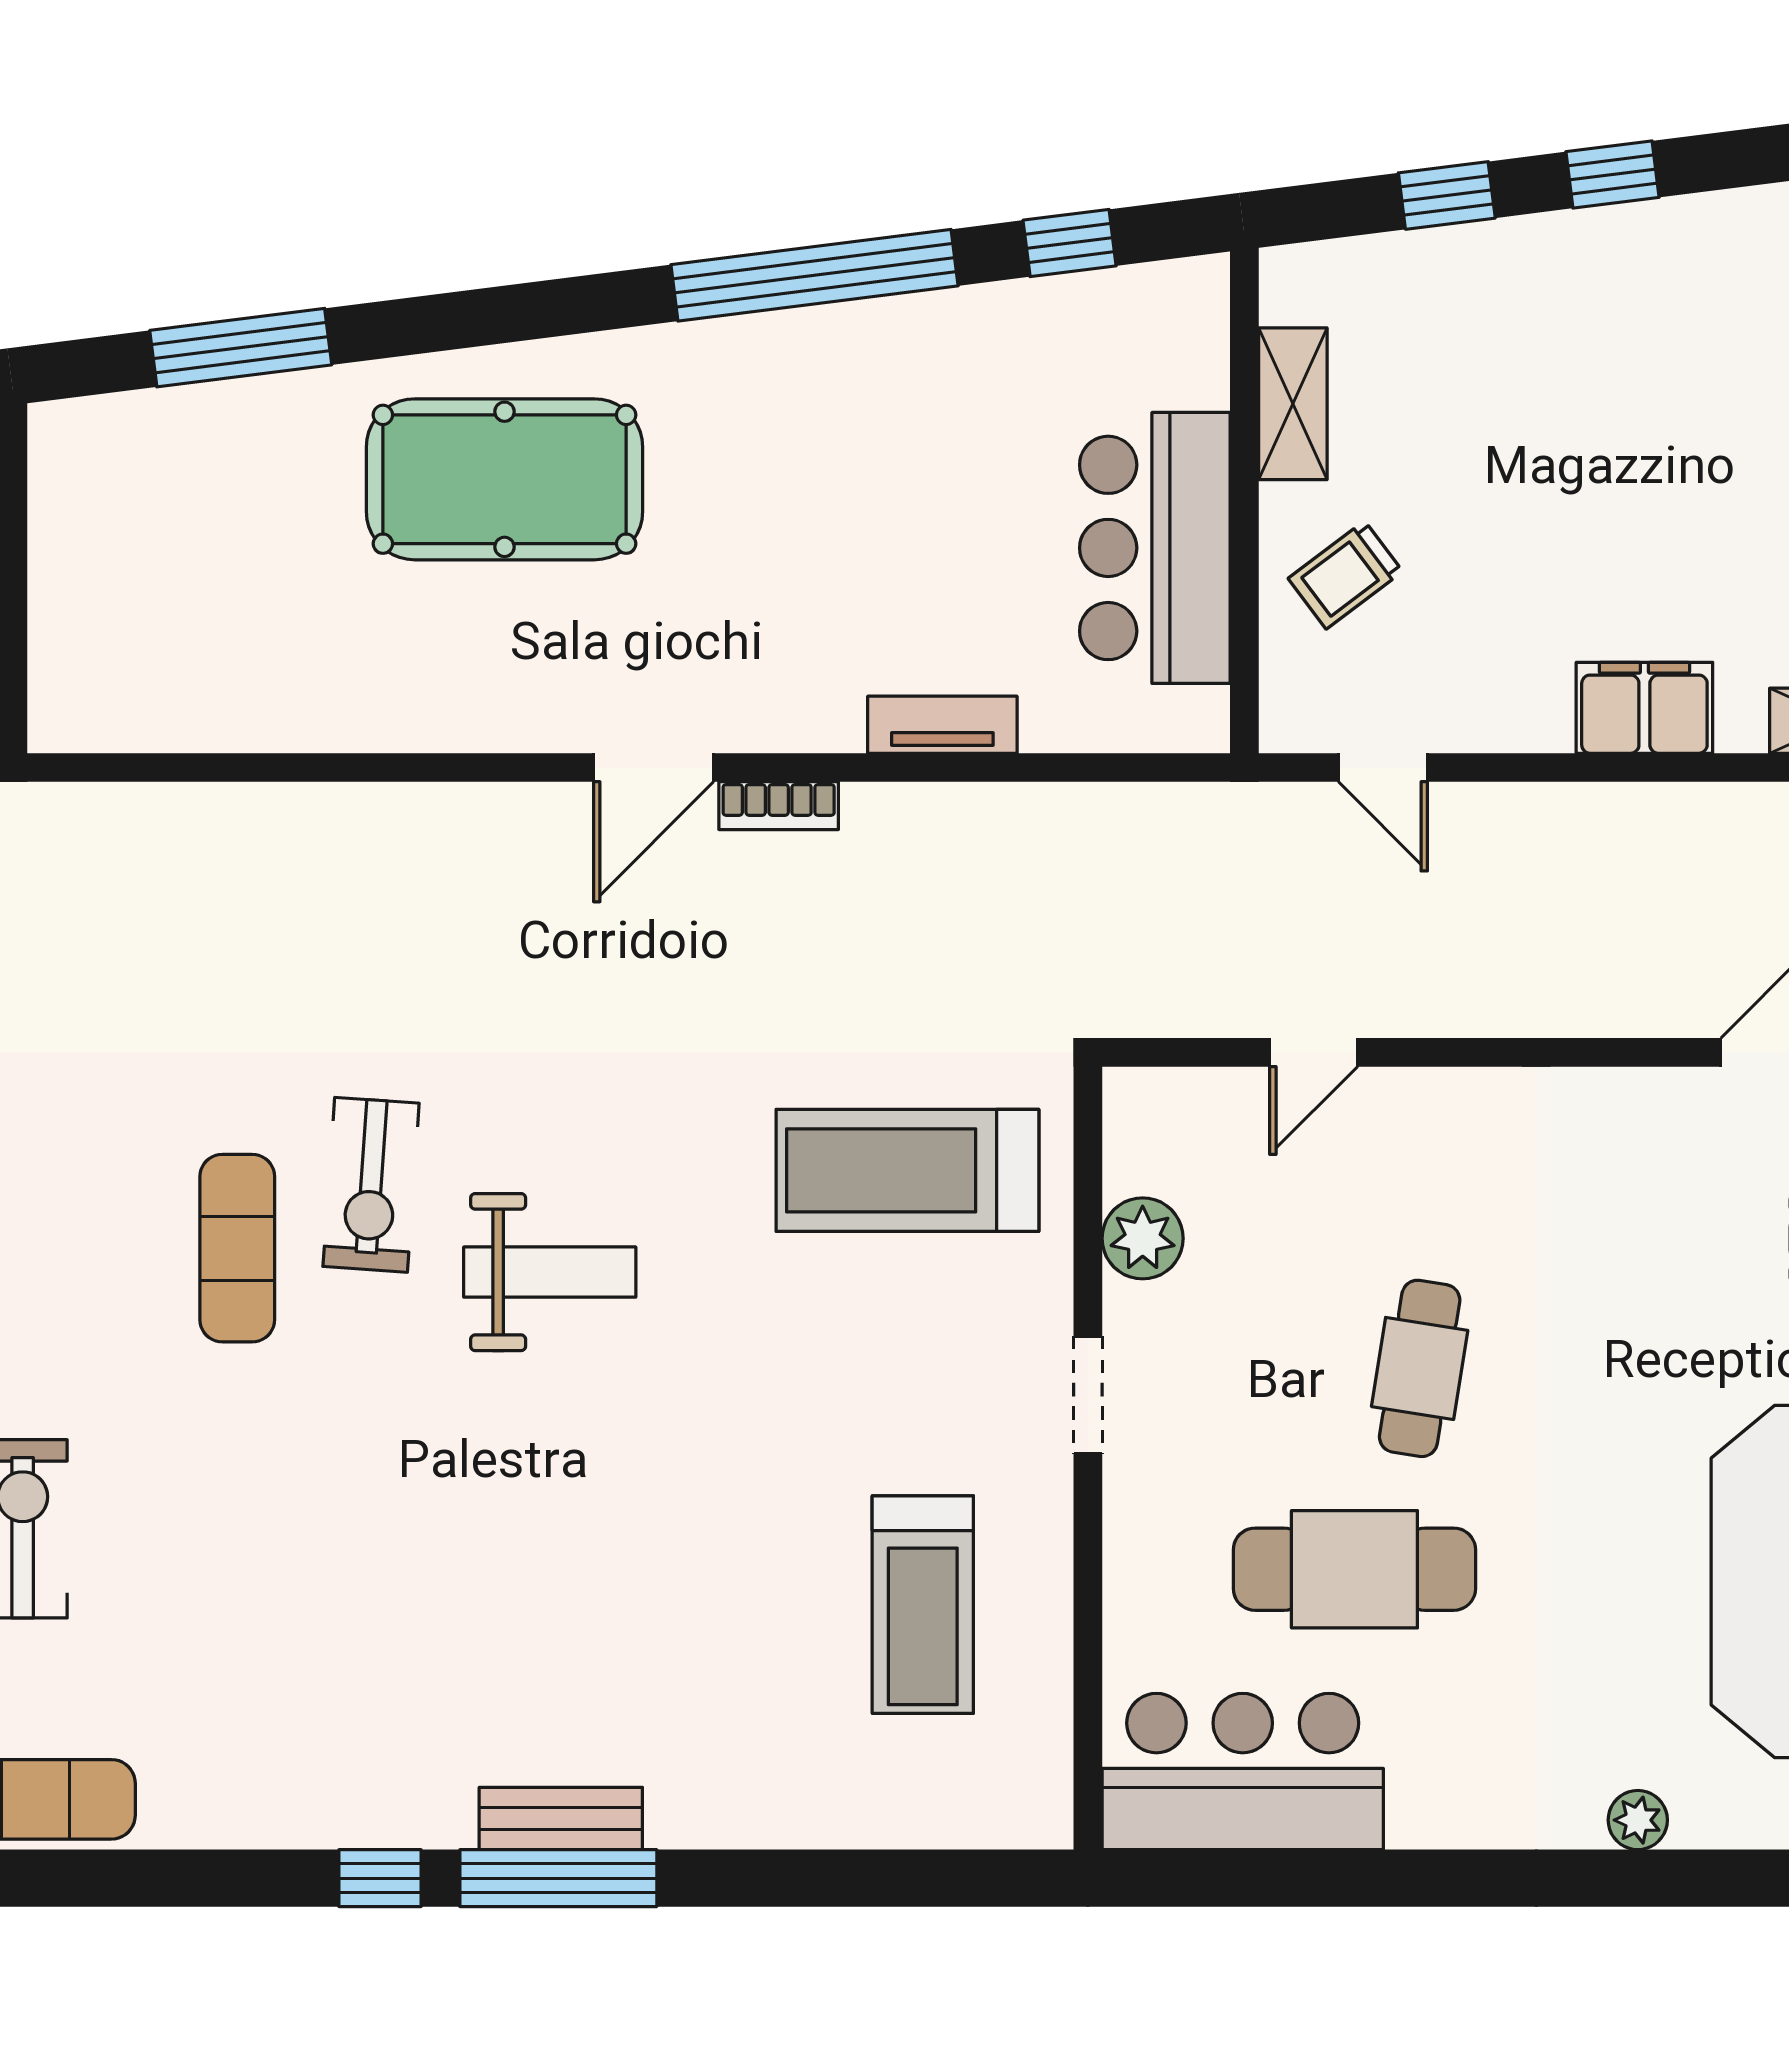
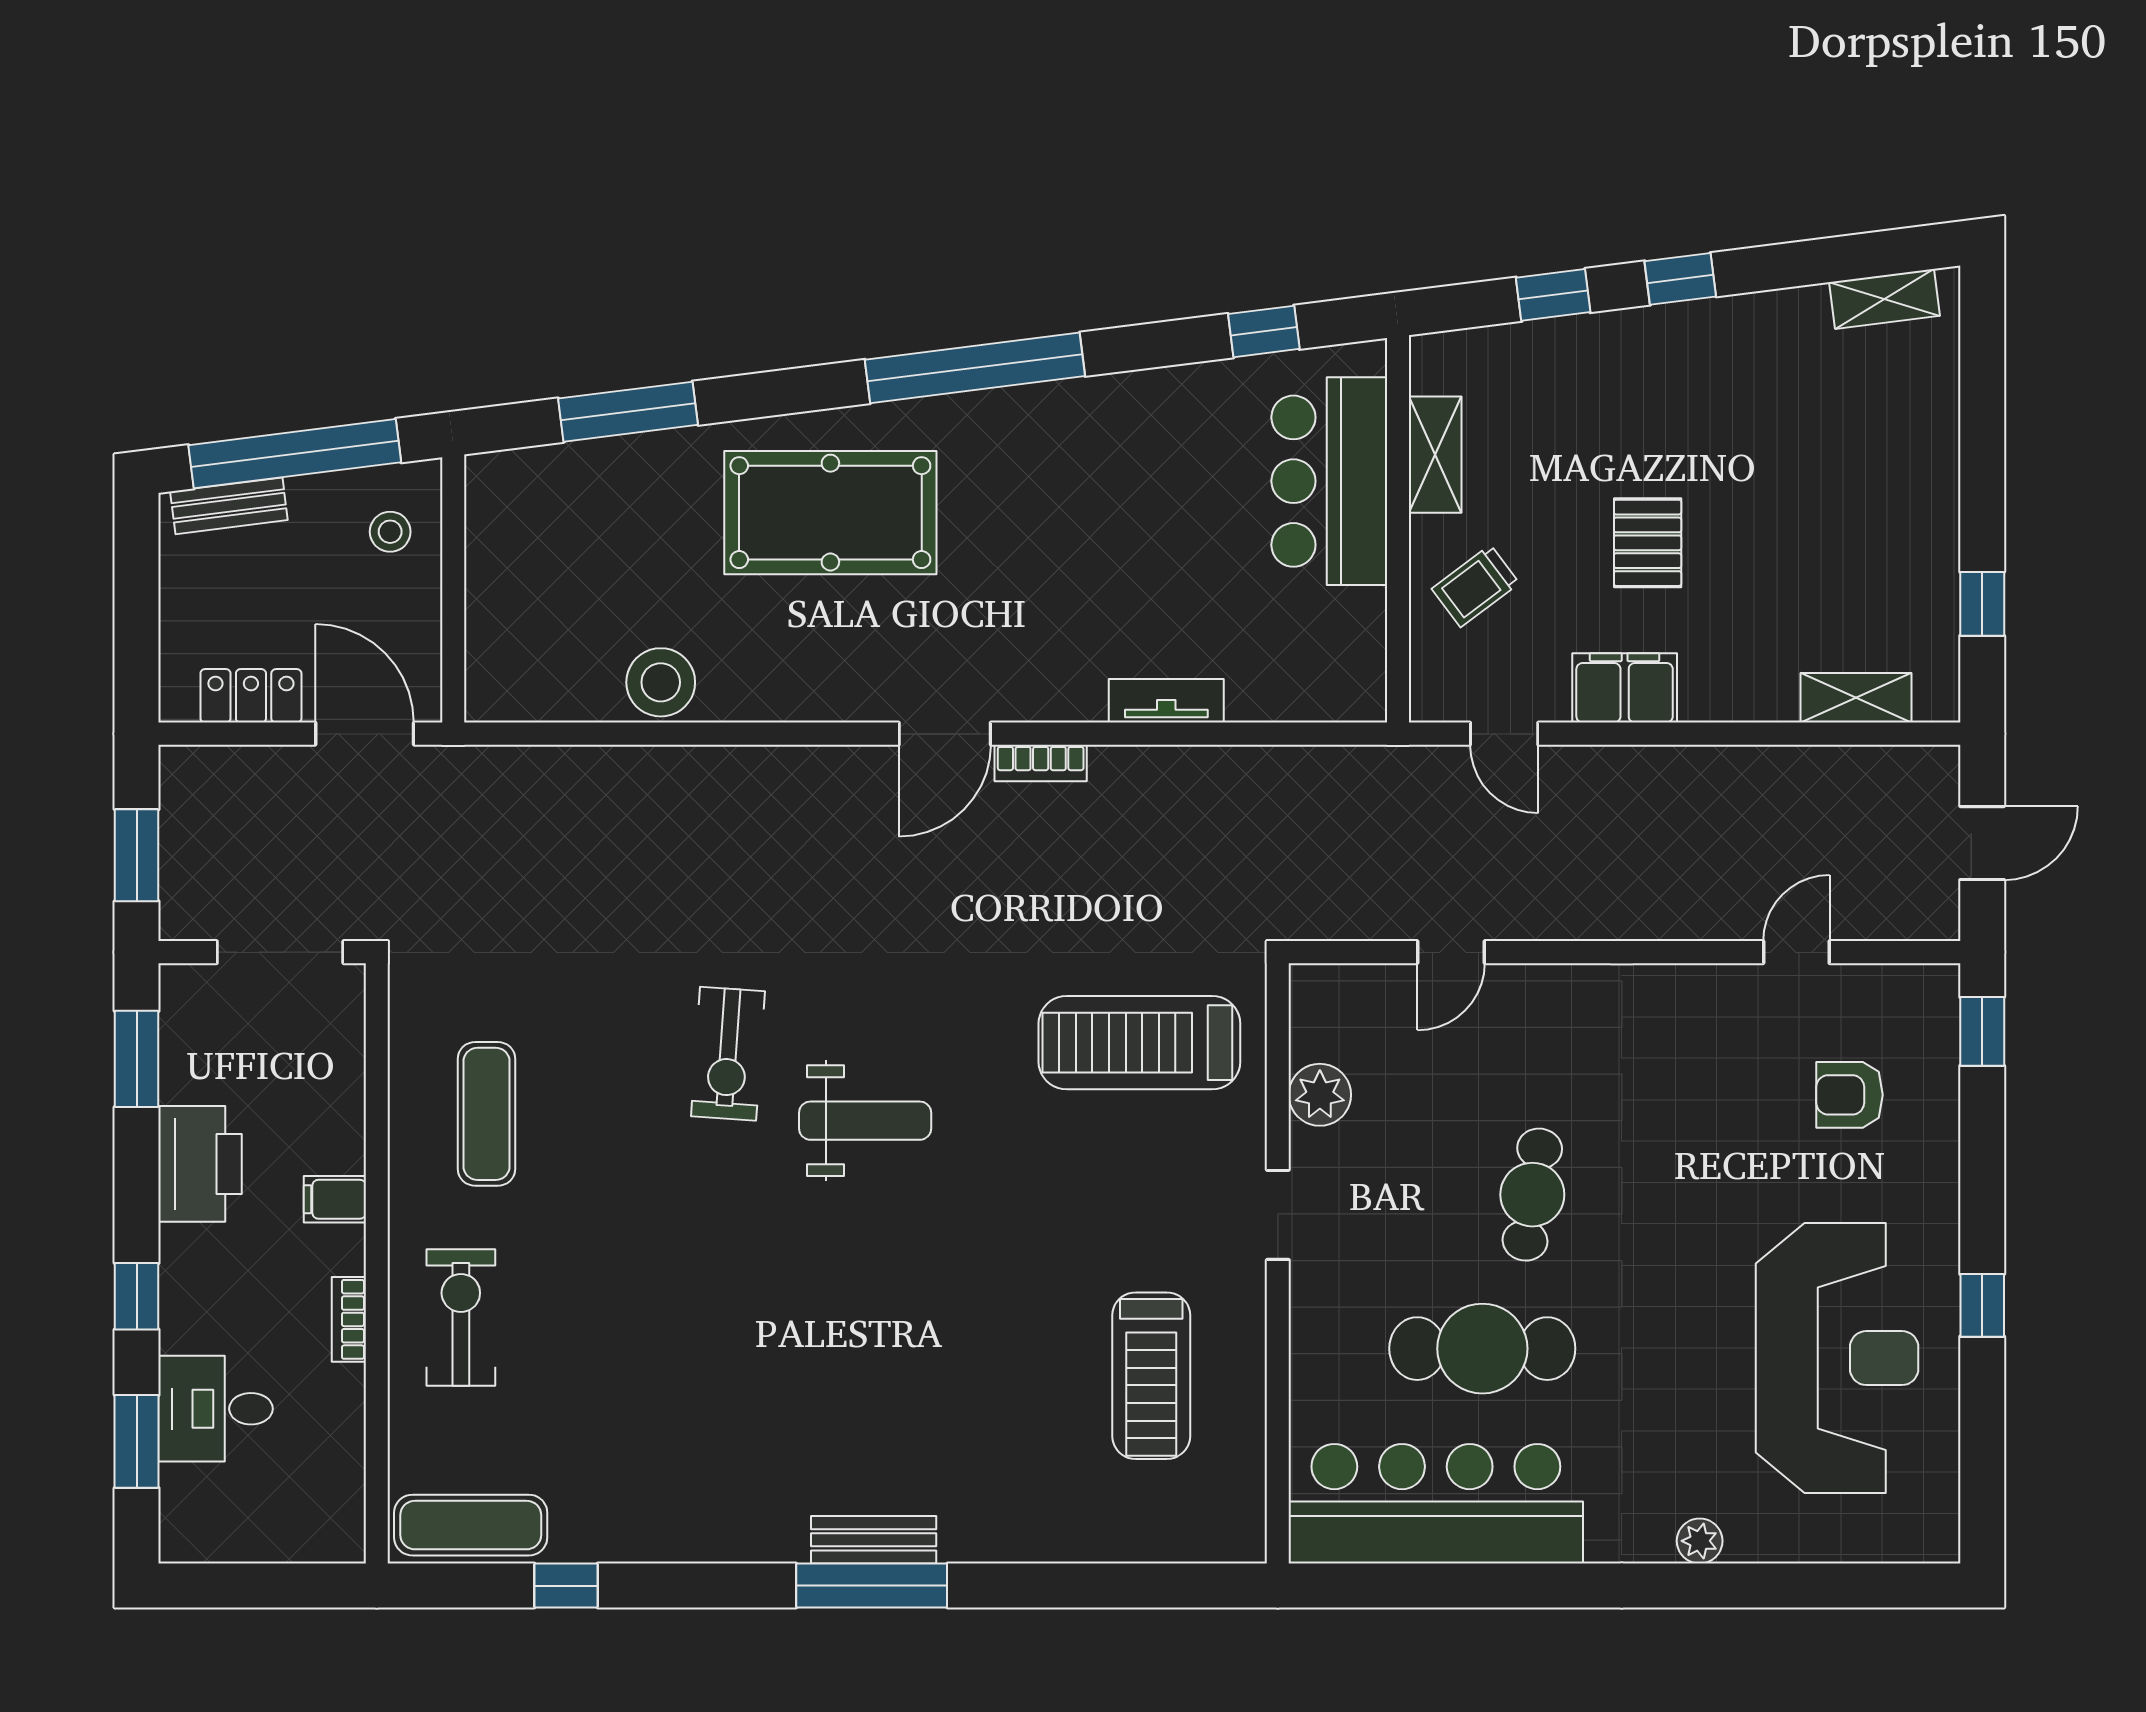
window: (815, 275) -> (975, 368), moved
pallet: (1570, 519) -> (1648, 543), added
bar counter: (1155, 548) -> (1329, 481), moved
stool: (283, 701) -> (661, 682), added
filing cabinet: (1644, 708) -> (1625, 688), moved
exercise mat: (237, 1248) -> (487, 1114), moved
bar counter: (1243, 1772) -> (1436, 1504), width x1.36
window: (380, 1878) -> (566, 1586), moved

